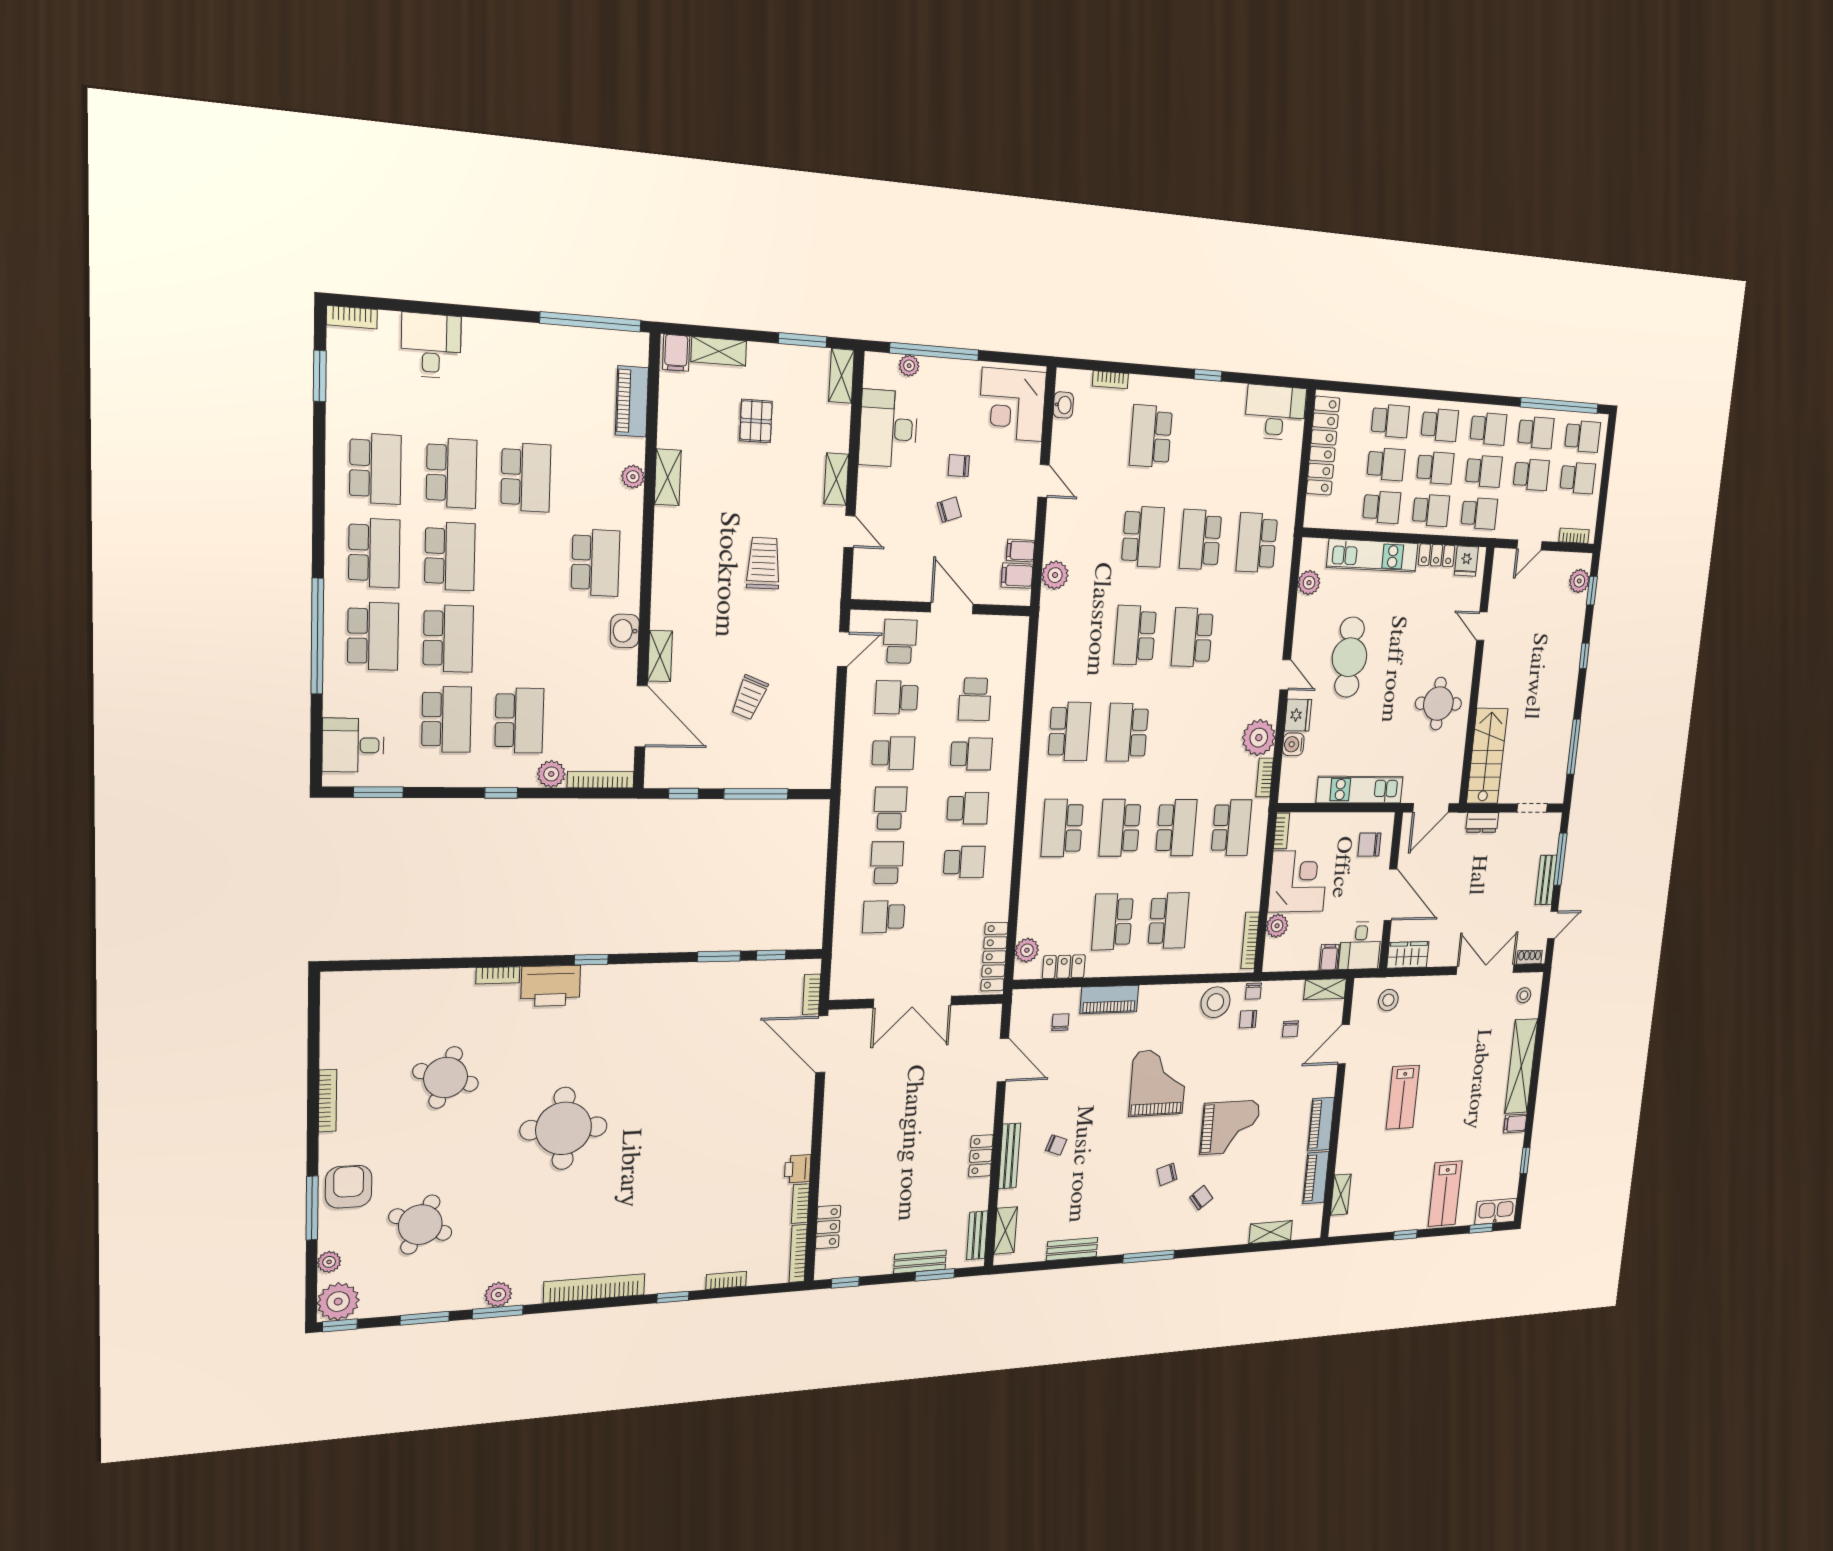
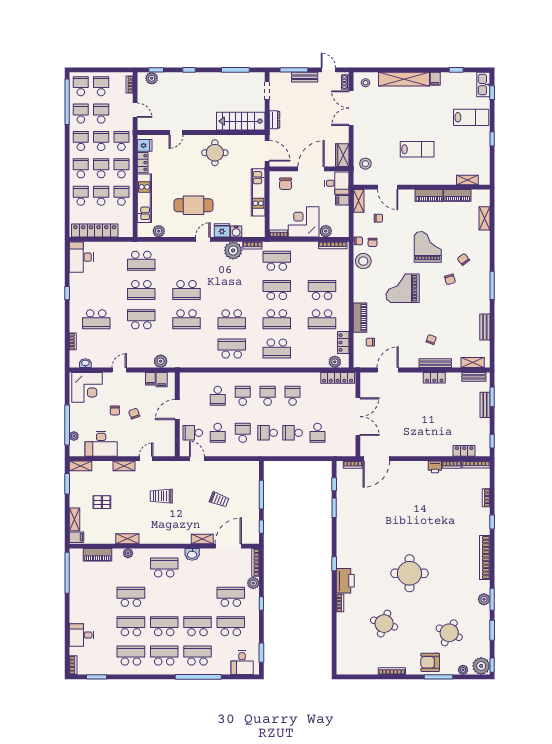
school desk: (975, 699) -> (218, 396), turned 90

